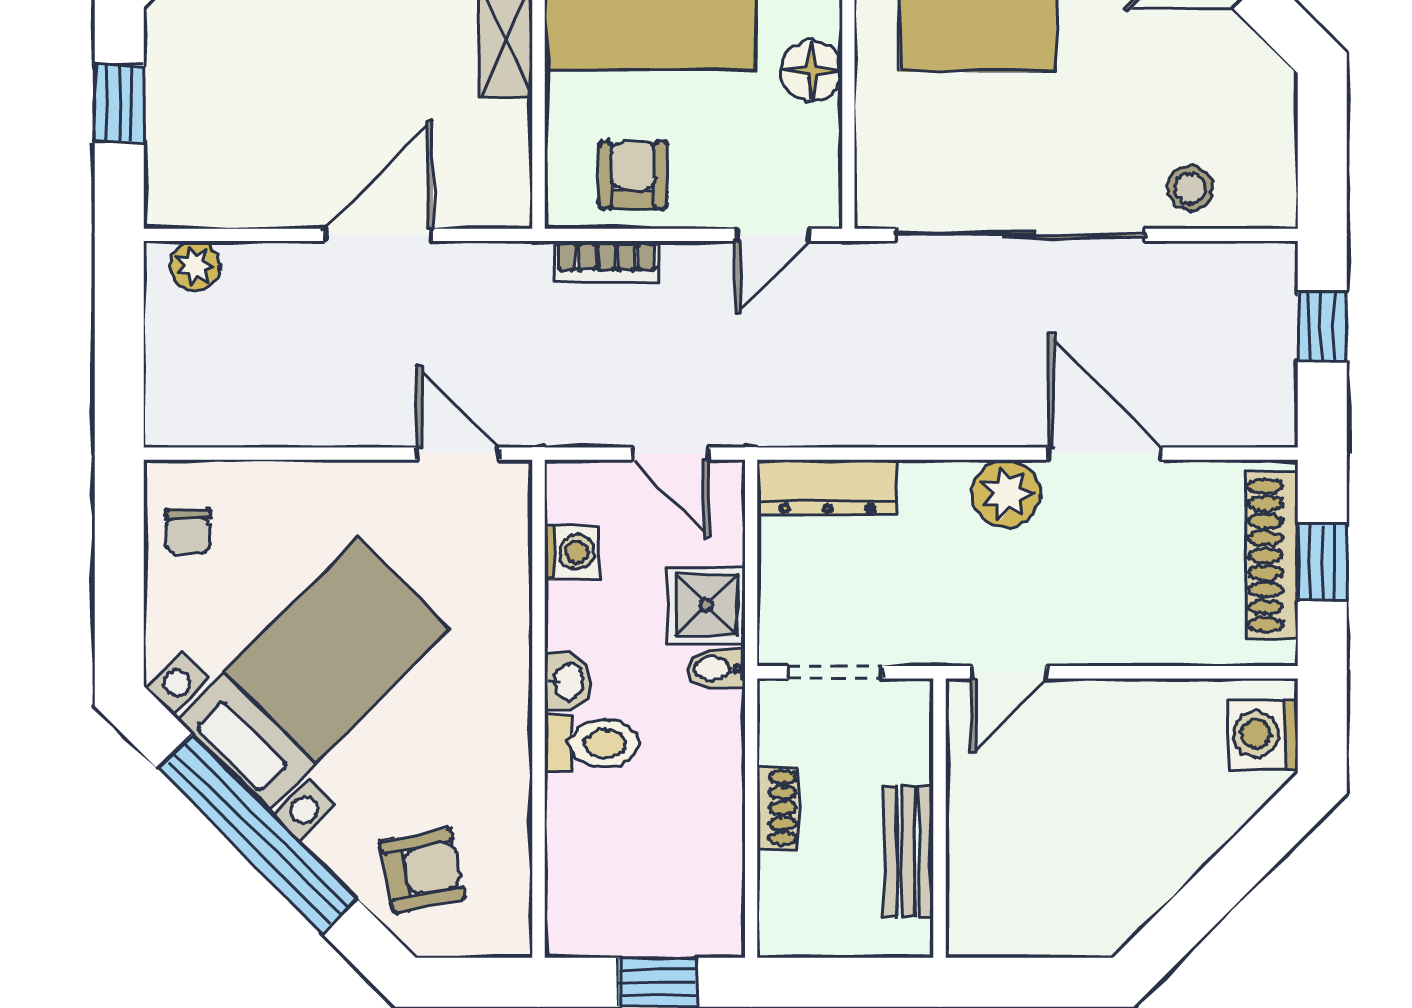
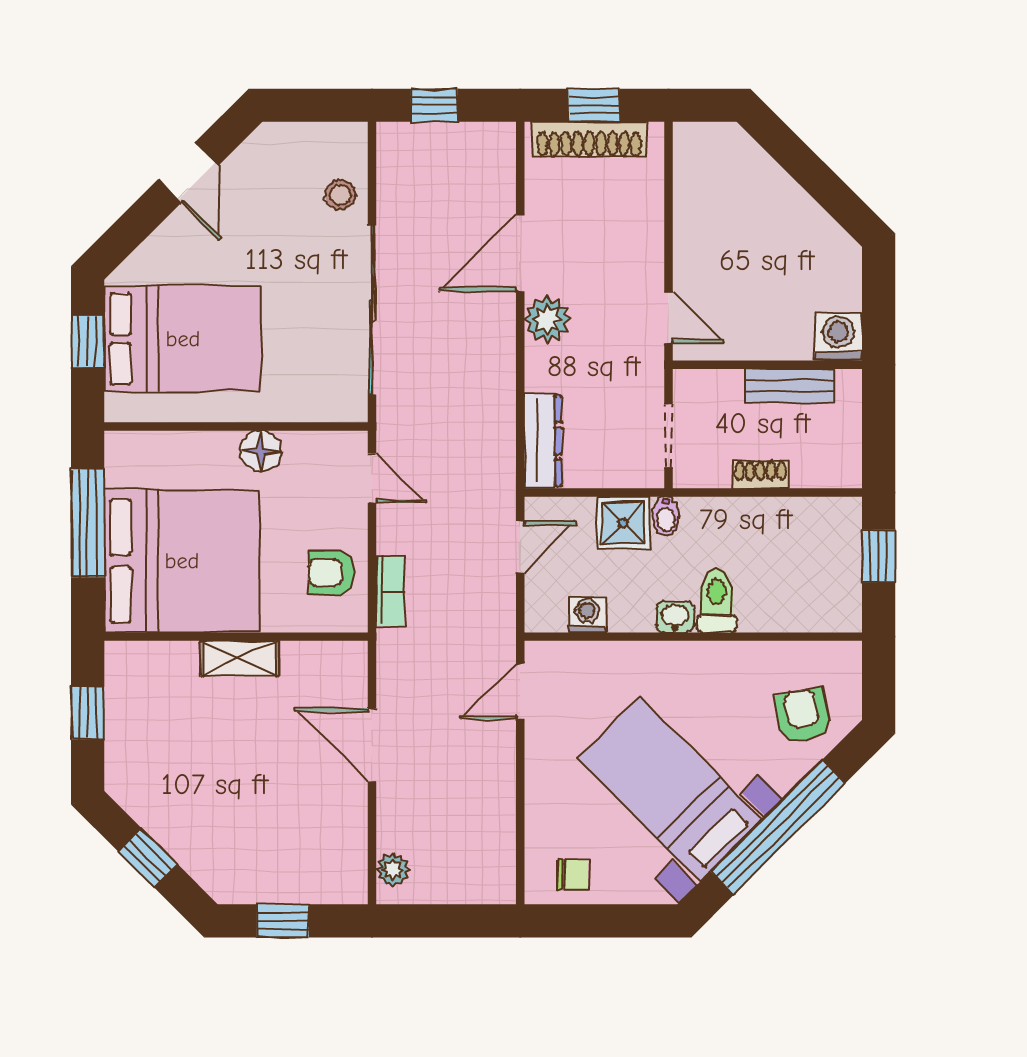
washing machine: (1263, 734) -> (838, 337), moved, turned 180

